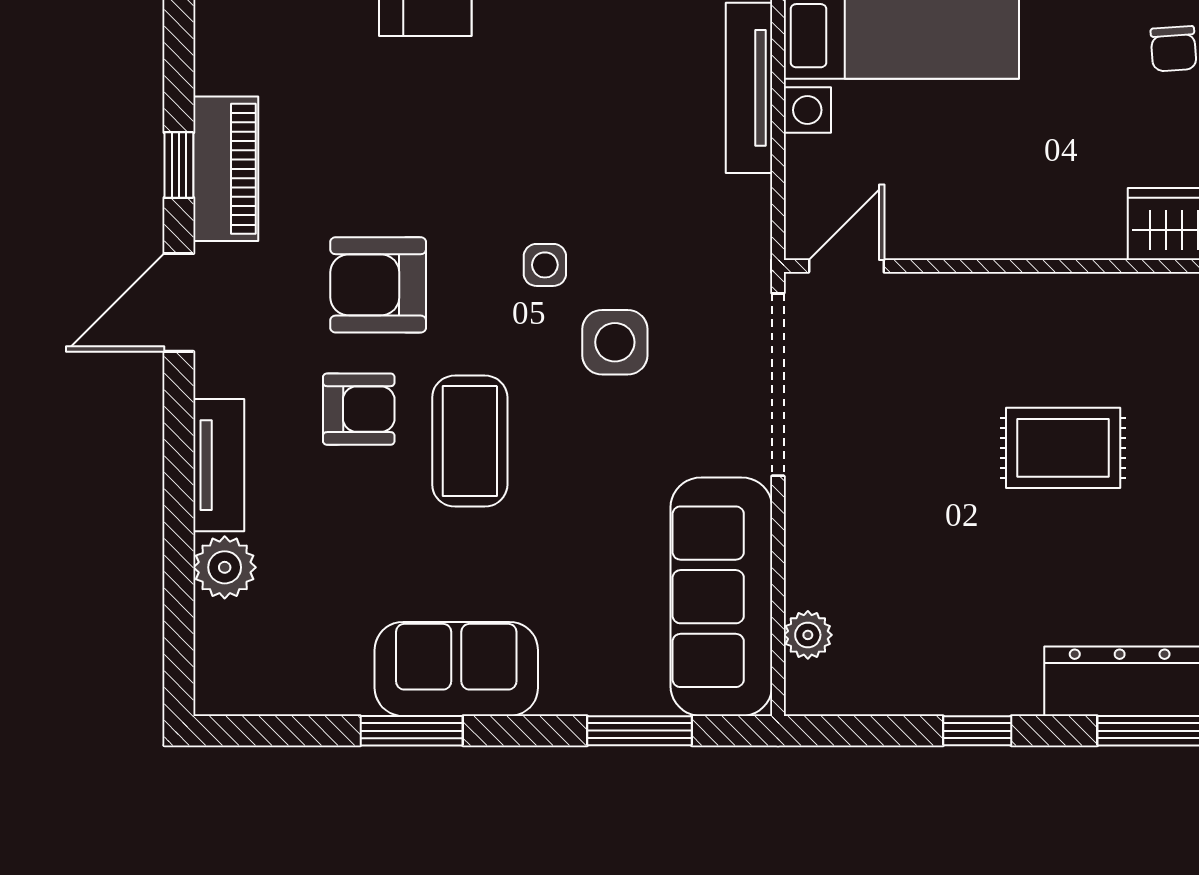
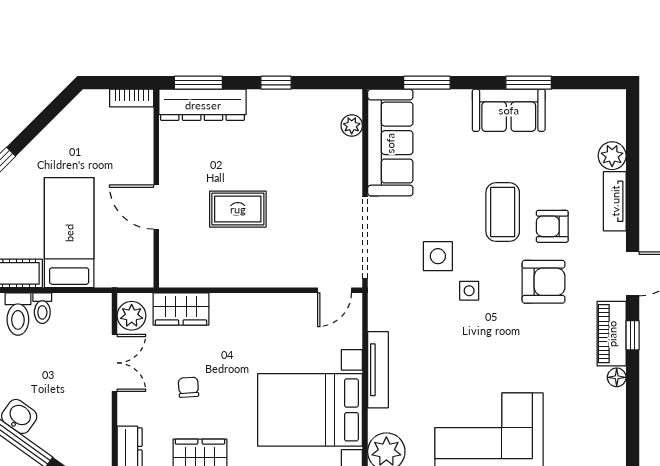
floor lamp: (214, 71) -> (617, 377), added

